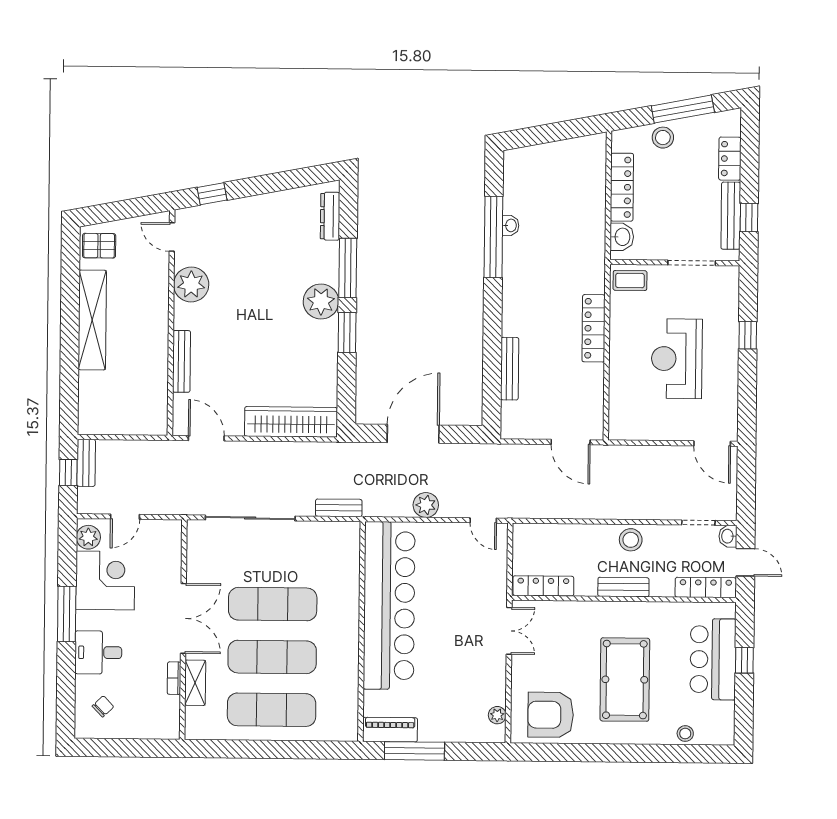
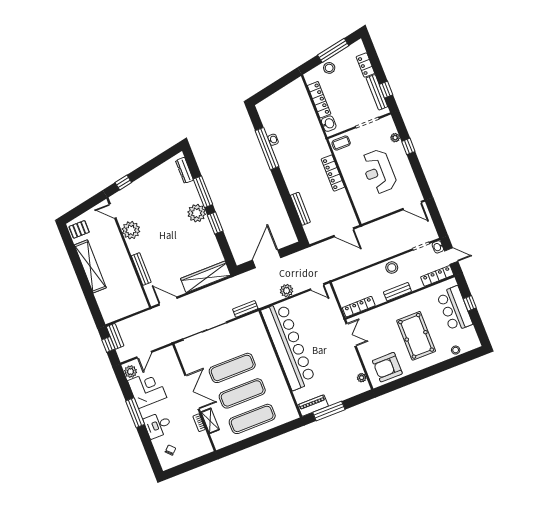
plant: (730, 310) -> (395, 138), added

